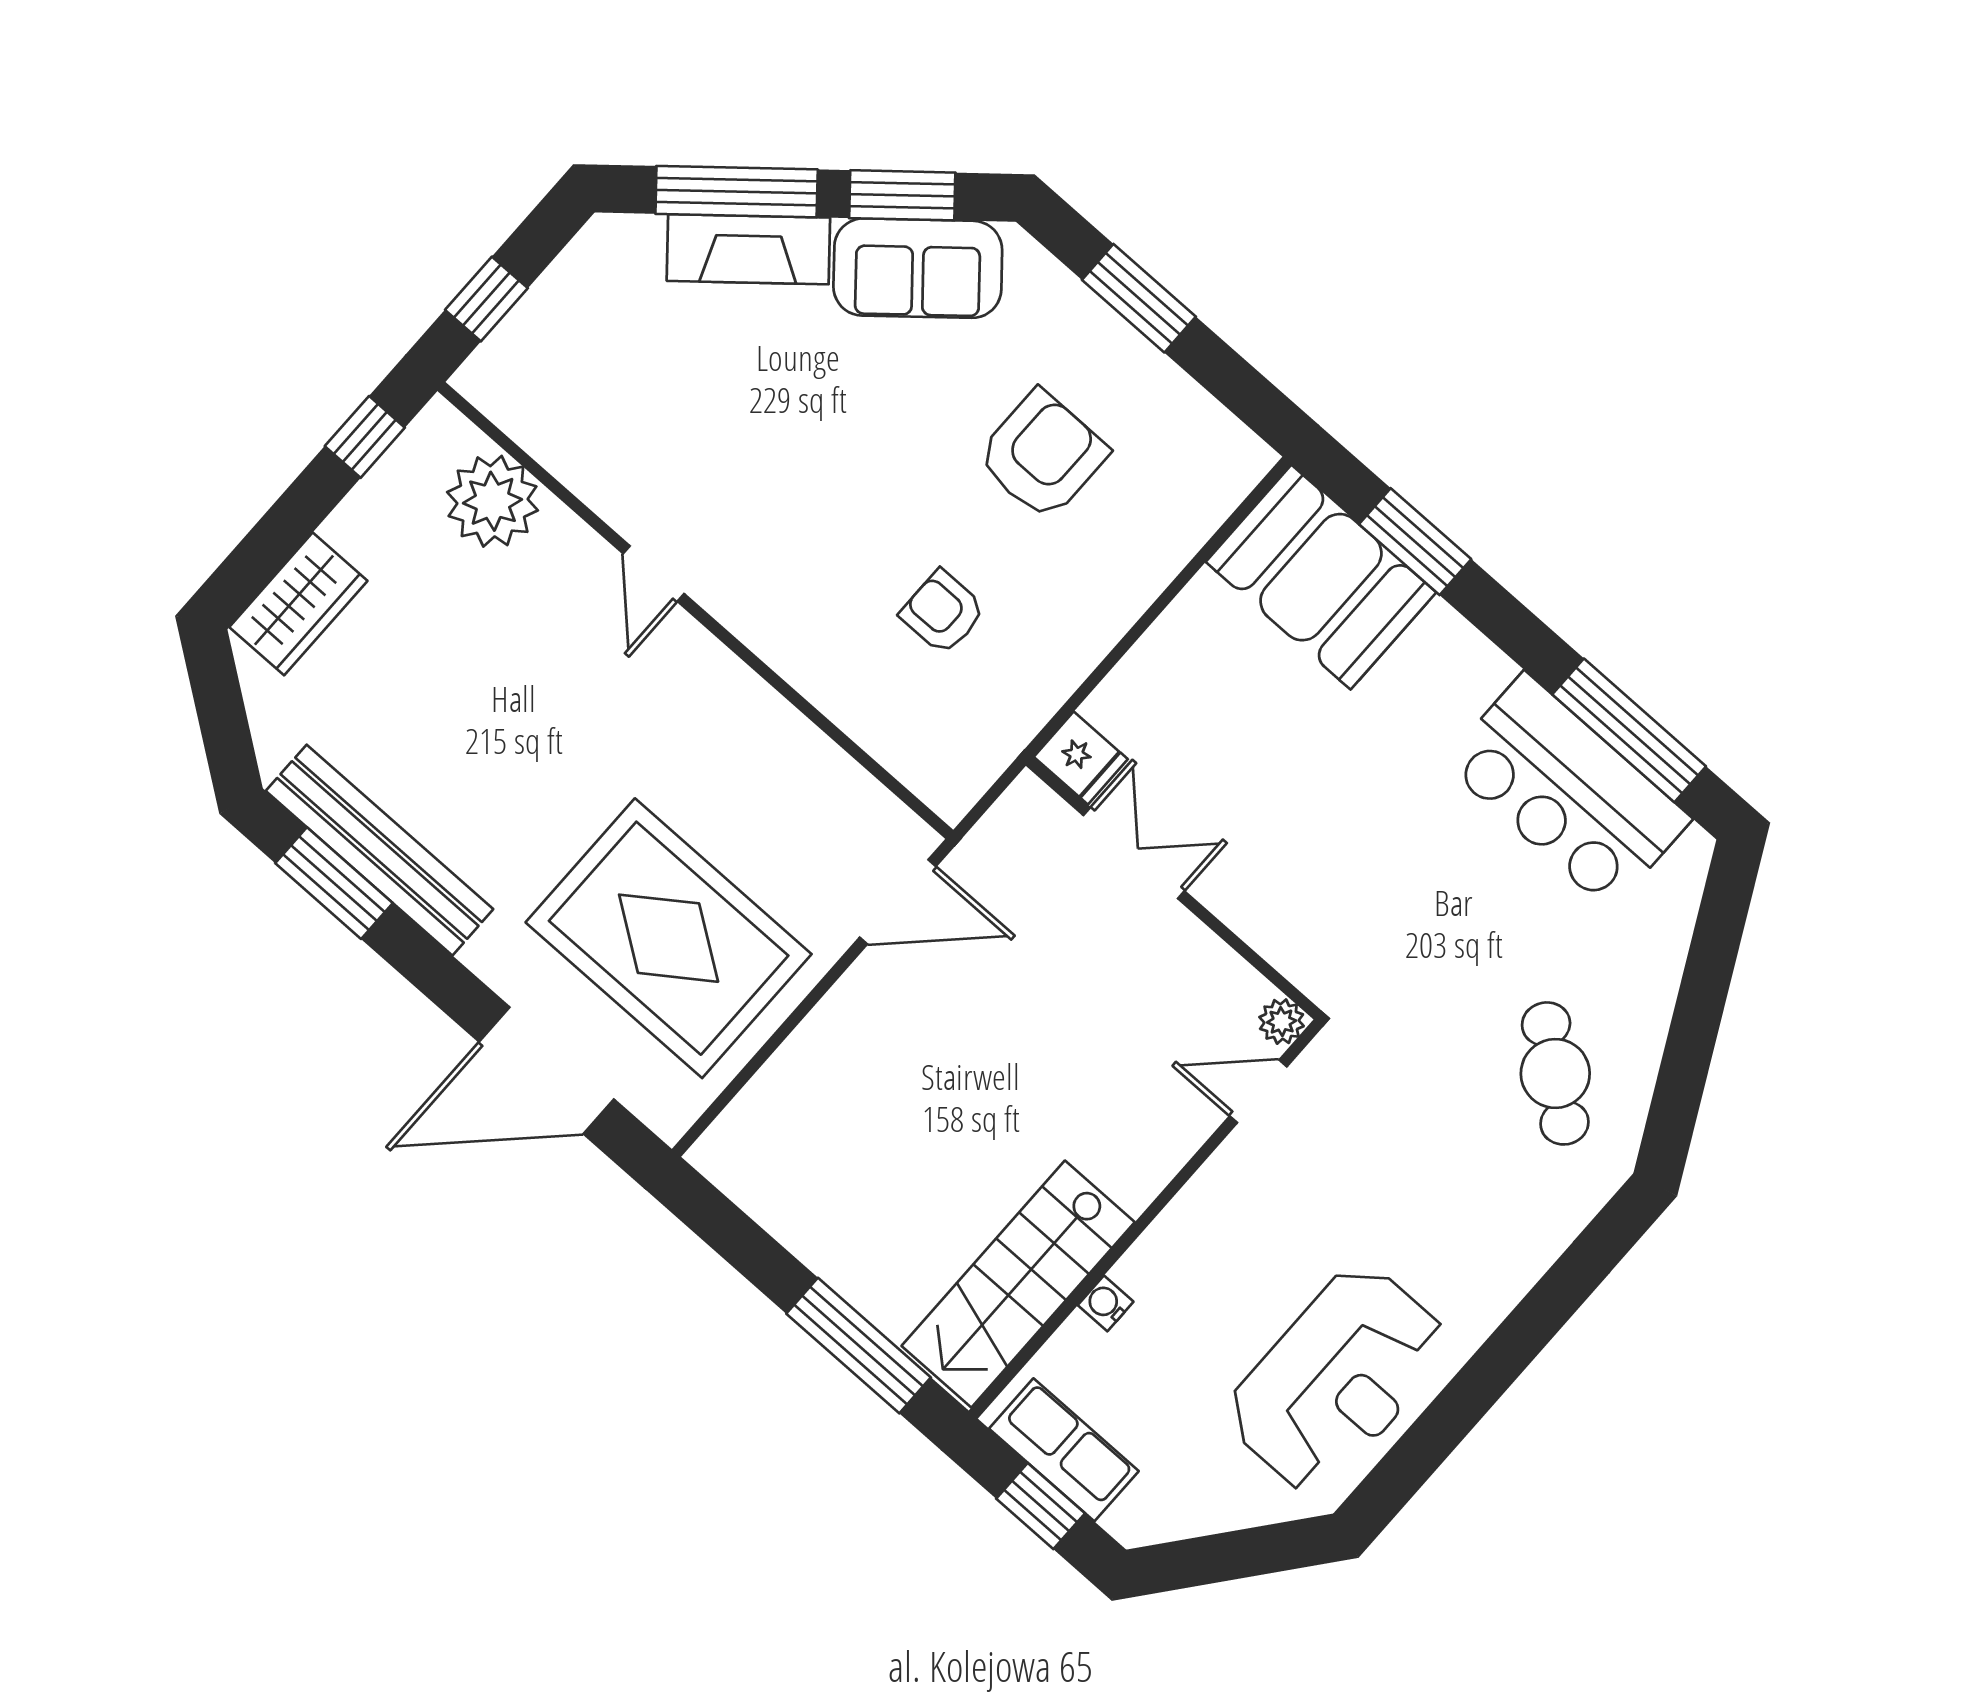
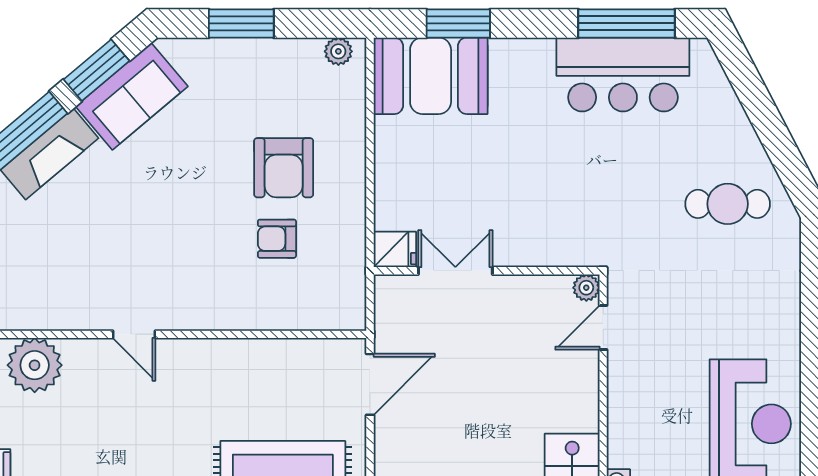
plant: (1231, 443) -> (338, 51), added
armchair: (1042, 455) -> (284, 168), moved, turned 180
cafe table: (1555, 1073) -> (728, 204), turned -38

